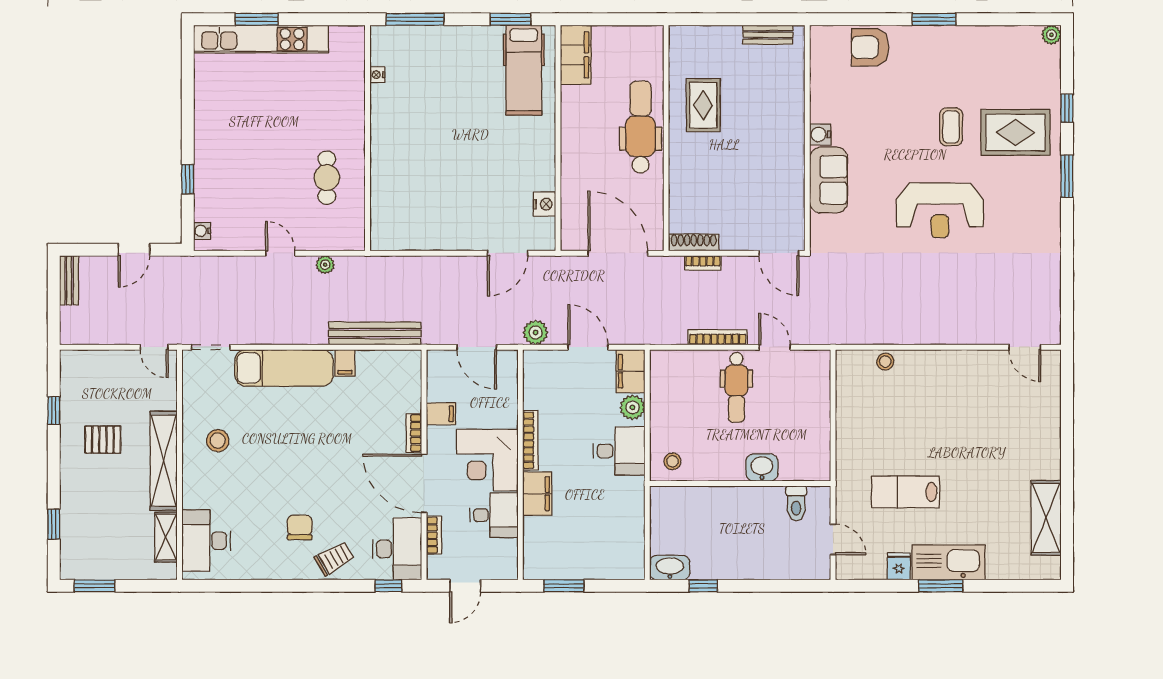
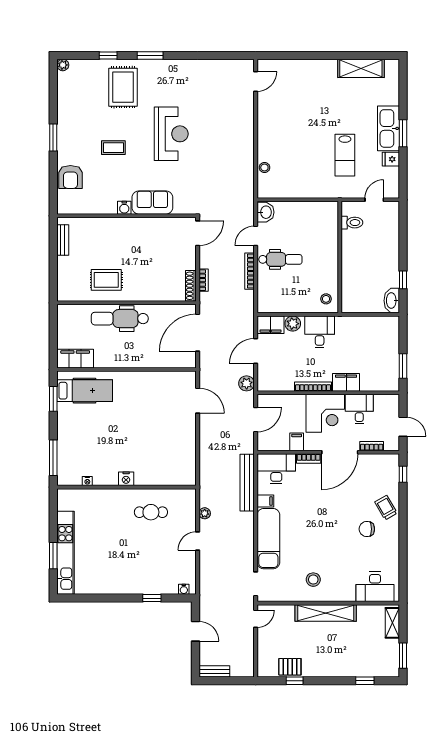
coffee table: (951, 127) -> (113, 148), moved
nightstand: (544, 204) -> (126, 479), moved, turned 180
pallet: (103, 440) -> (290, 667), moved, turned 90
washbasin: (762, 468) -> (265, 212), moved, turned 180
shelving: (166, 537) -> (392, 623), moved, turned 90
desk: (397, 549) -> (276, 469), moved

